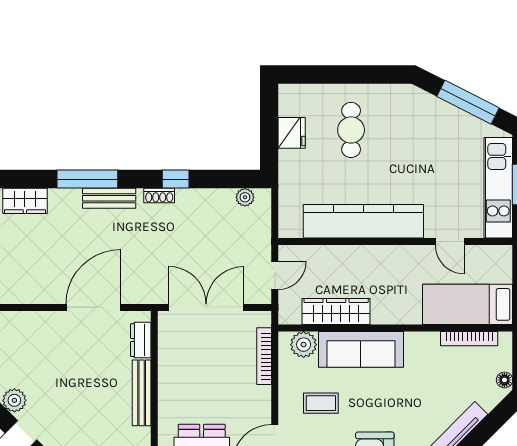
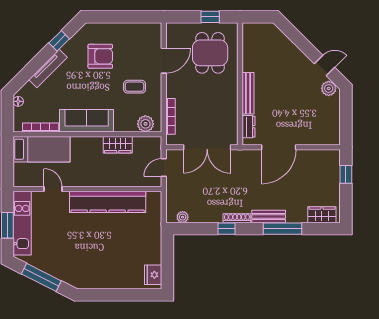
cafe table: (351, 130) -> (115, 260), removed
fridge: (292, 133) -> (153, 275), moved
shoe rack: (159, 196) -> (237, 218), width x1.43
wardrobe: (336, 311) -> (118, 145), width x0.67
sofa: (361, 349) -> (87, 121), moved

